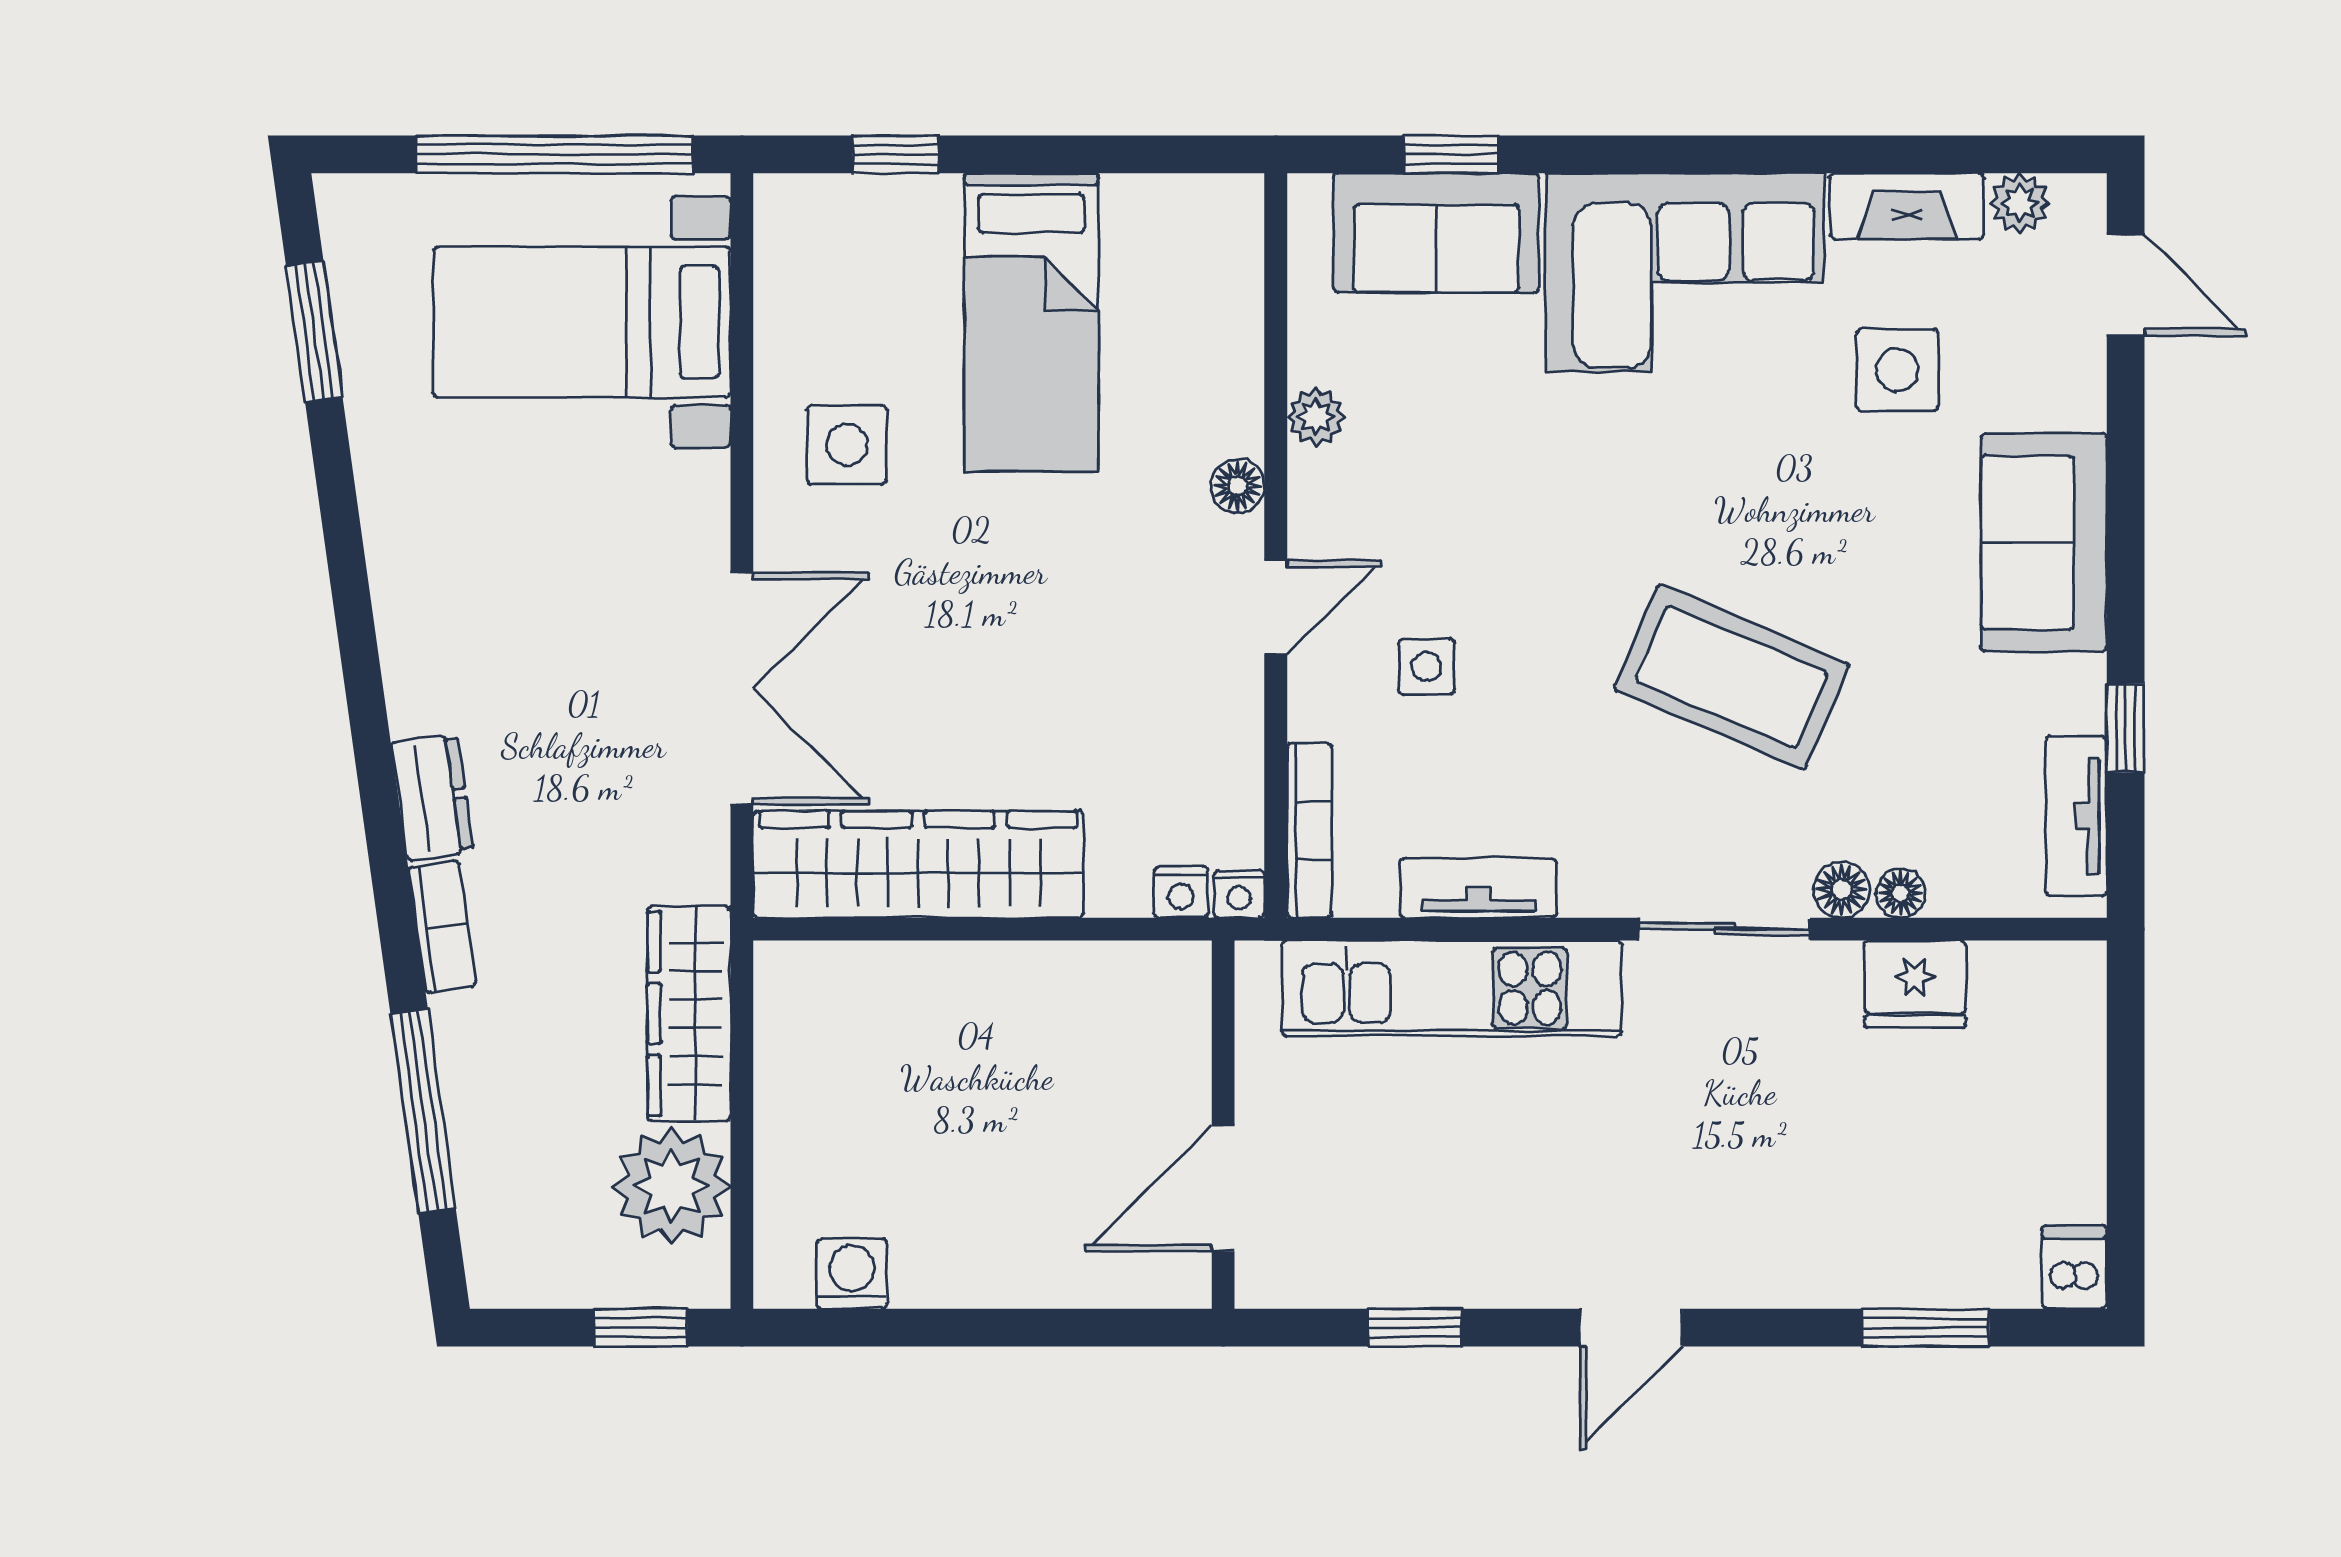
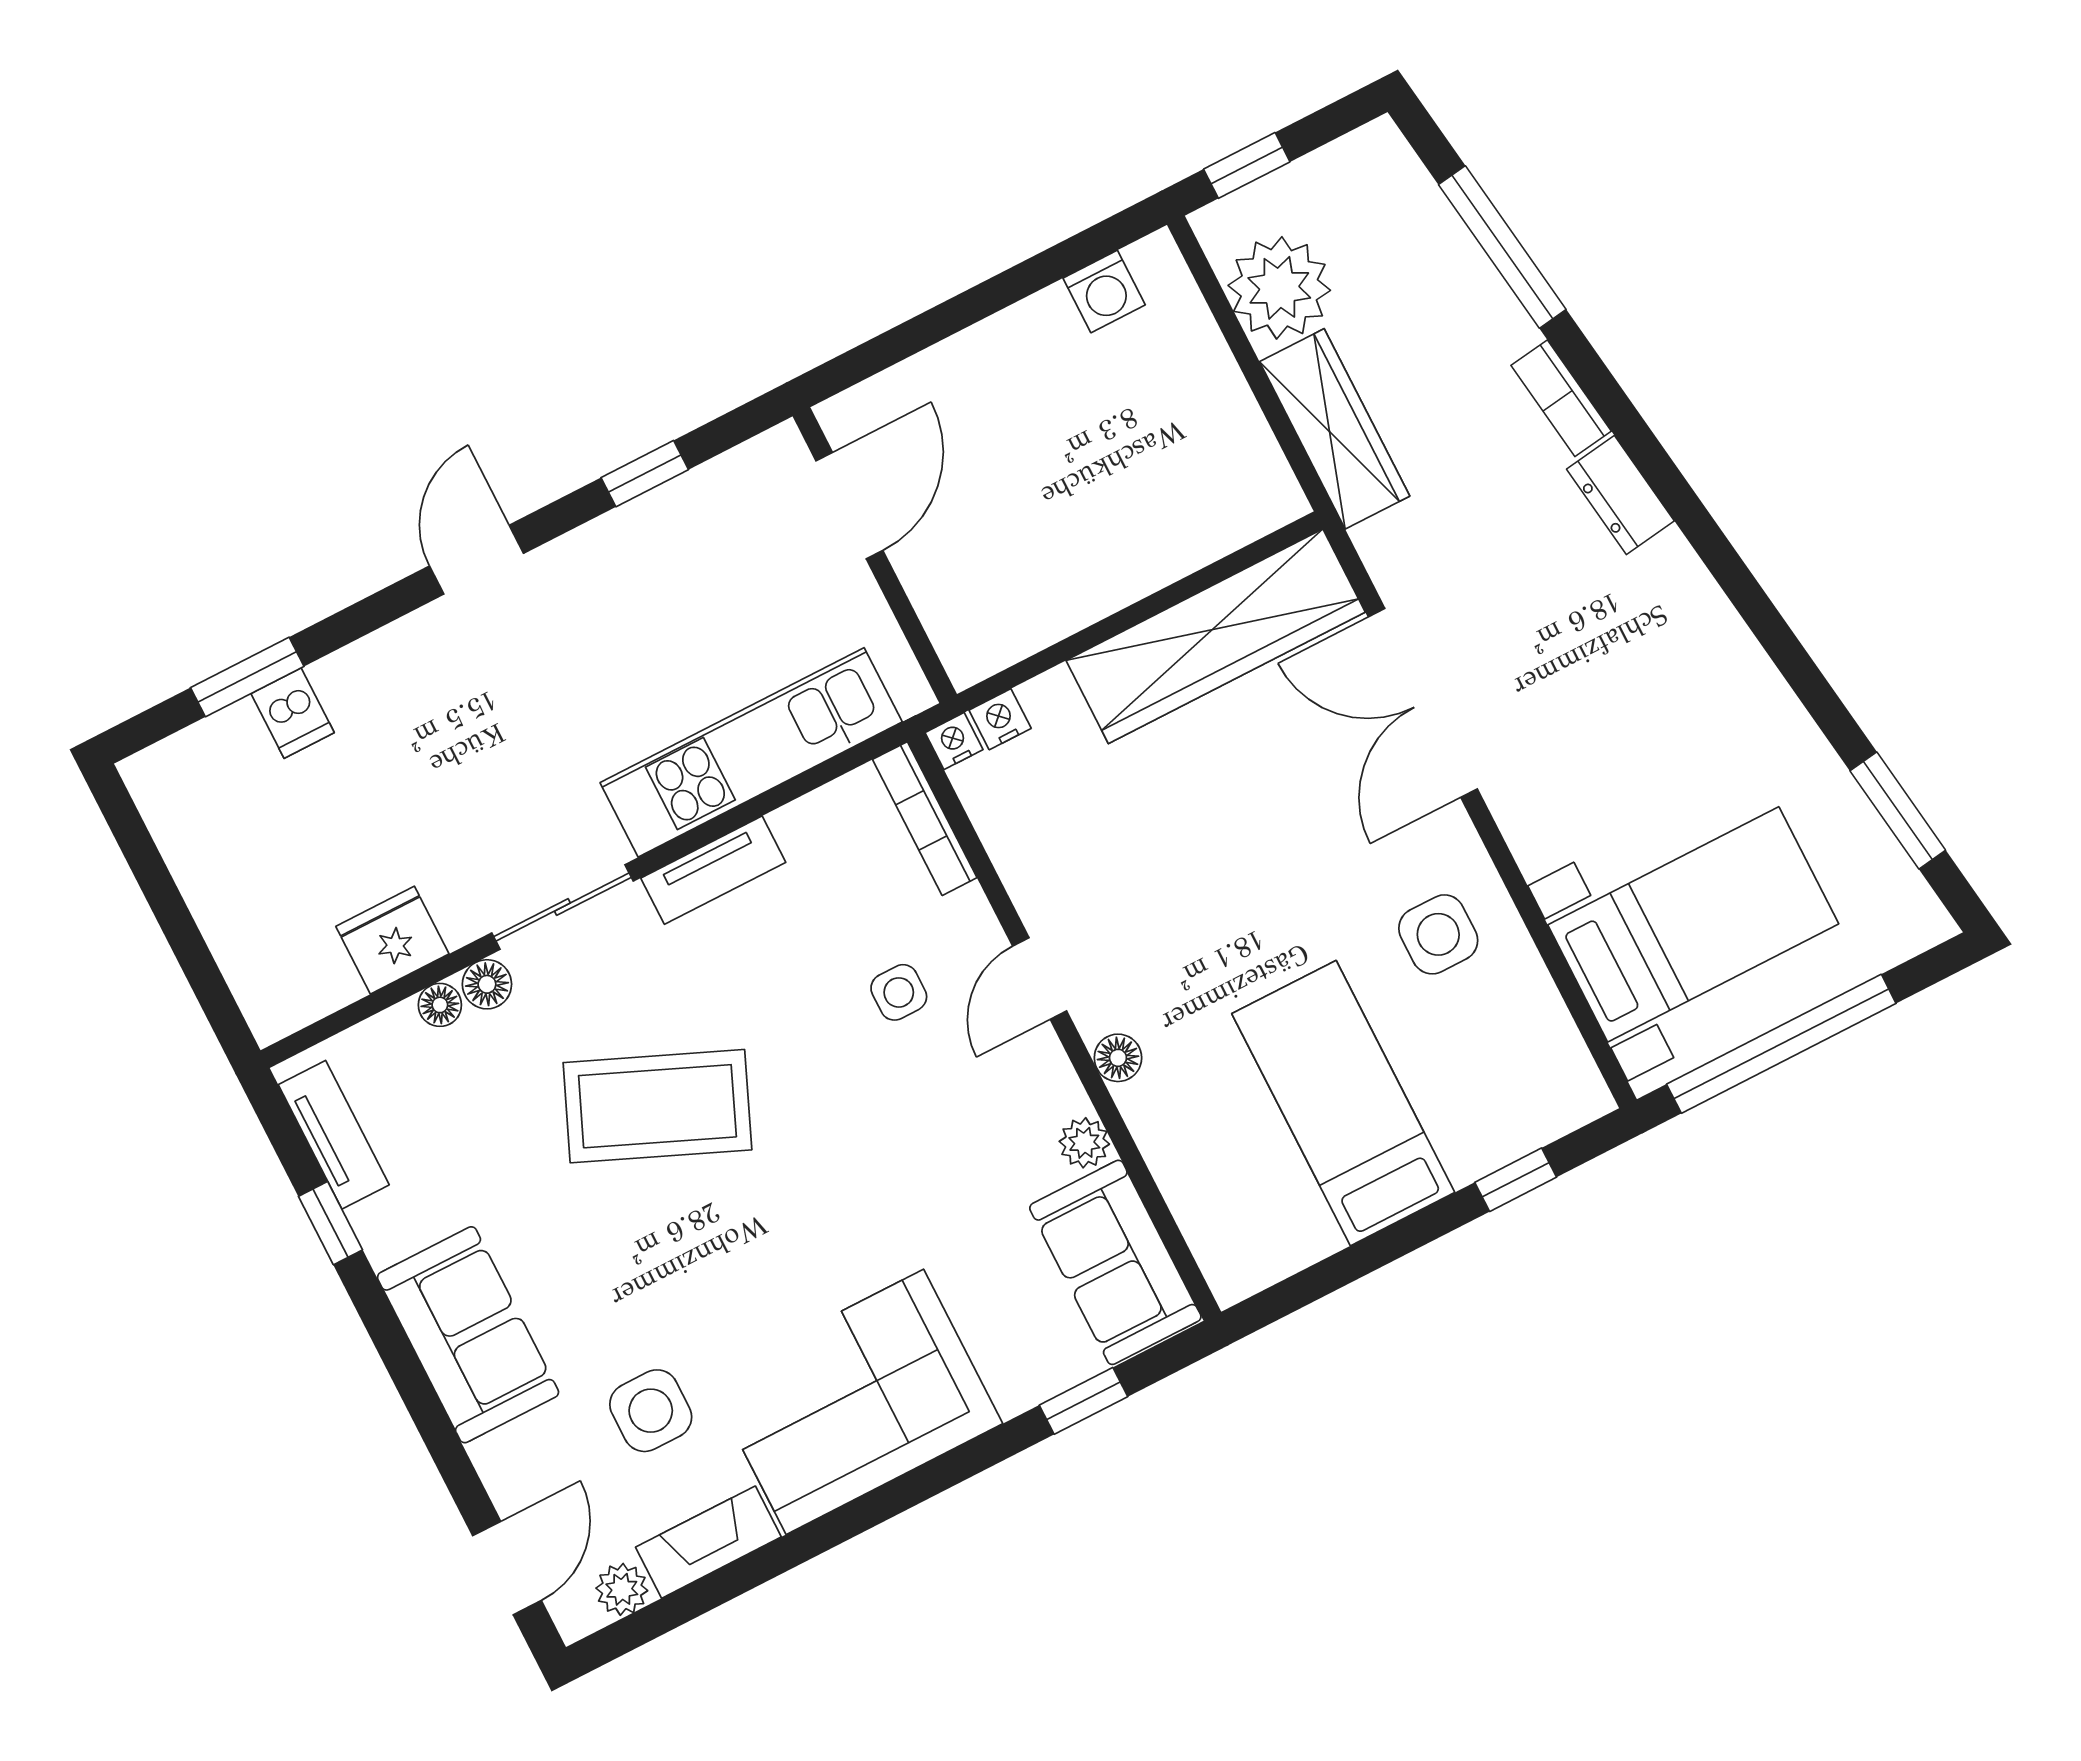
sofa: (1436, 233) -> (1115, 1262), moved, turned -90
door: (2126, 285) -> (507, 1568), swing flipped
tv unit: (1478, 888) -> (713, 870), moved
dishwasher: (2074, 1267) -> (293, 713), moved

